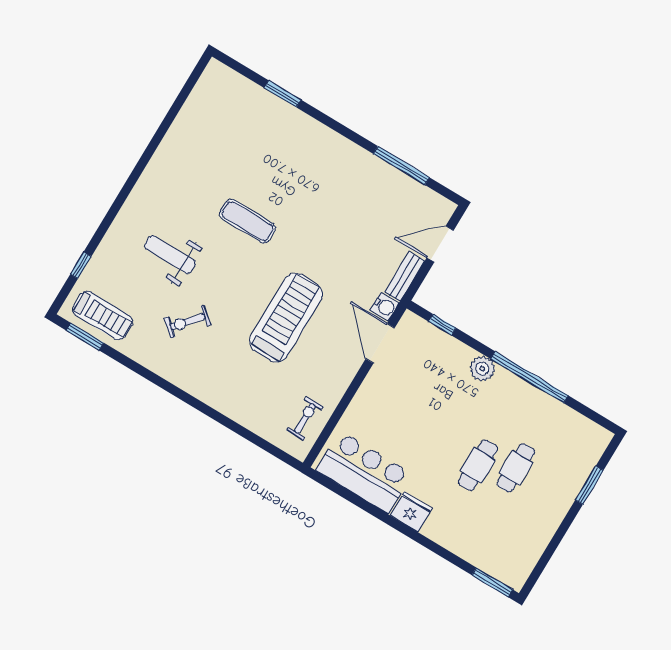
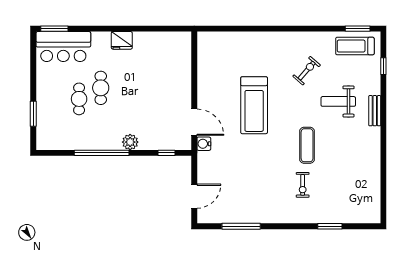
exercise mat: (247, 221) -> (307, 145), turned 90
weight bench: (170, 255) -> (338, 101), turned 180
bench: (405, 276) -> (375, 111), moved
exercise bike: (305, 418) -> (303, 185), moved
bar counter: (364, 472) -> (63, 47), moved

